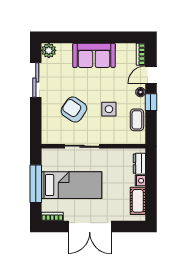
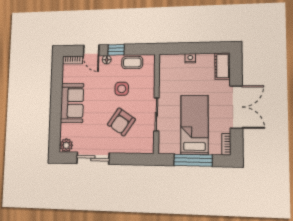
dresser: (139, 164) -> (174, 60), removed
cot: (138, 201) -> (223, 66), moved, turned 90

